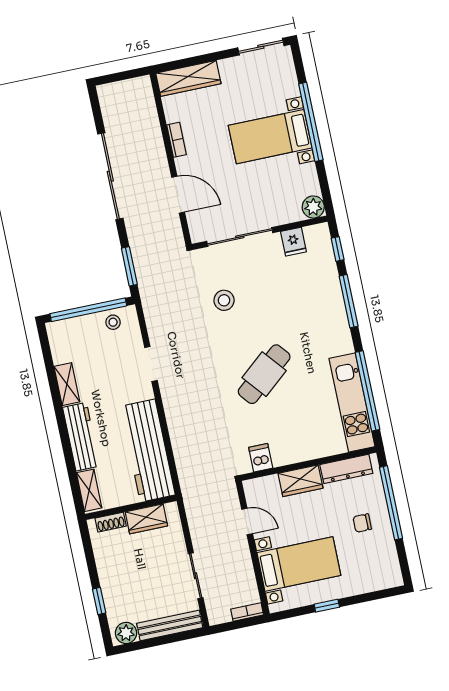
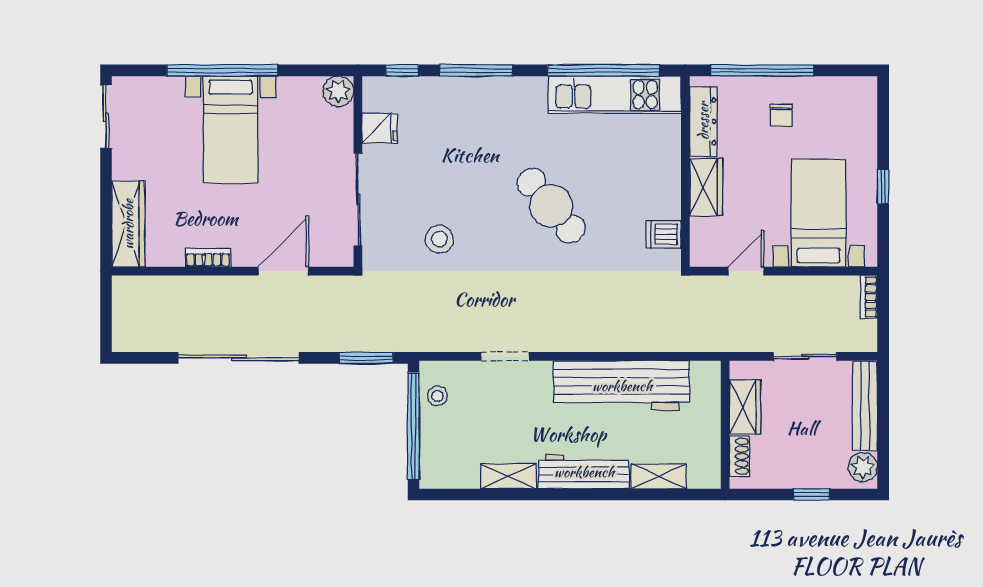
wall: (131, 507) -> (725, 425), moved
wardrobe: (146, 519) -> (745, 407), moved
shoe rack: (111, 522) -> (739, 456), moved

